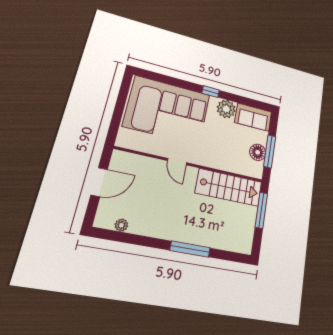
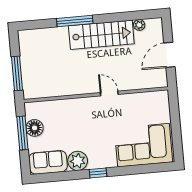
corner sofa: (167, 110) -> (143, 145), width x0.73, depth x0.74
stairs: (229, 187) -> (101, 35), moved, turned 180

